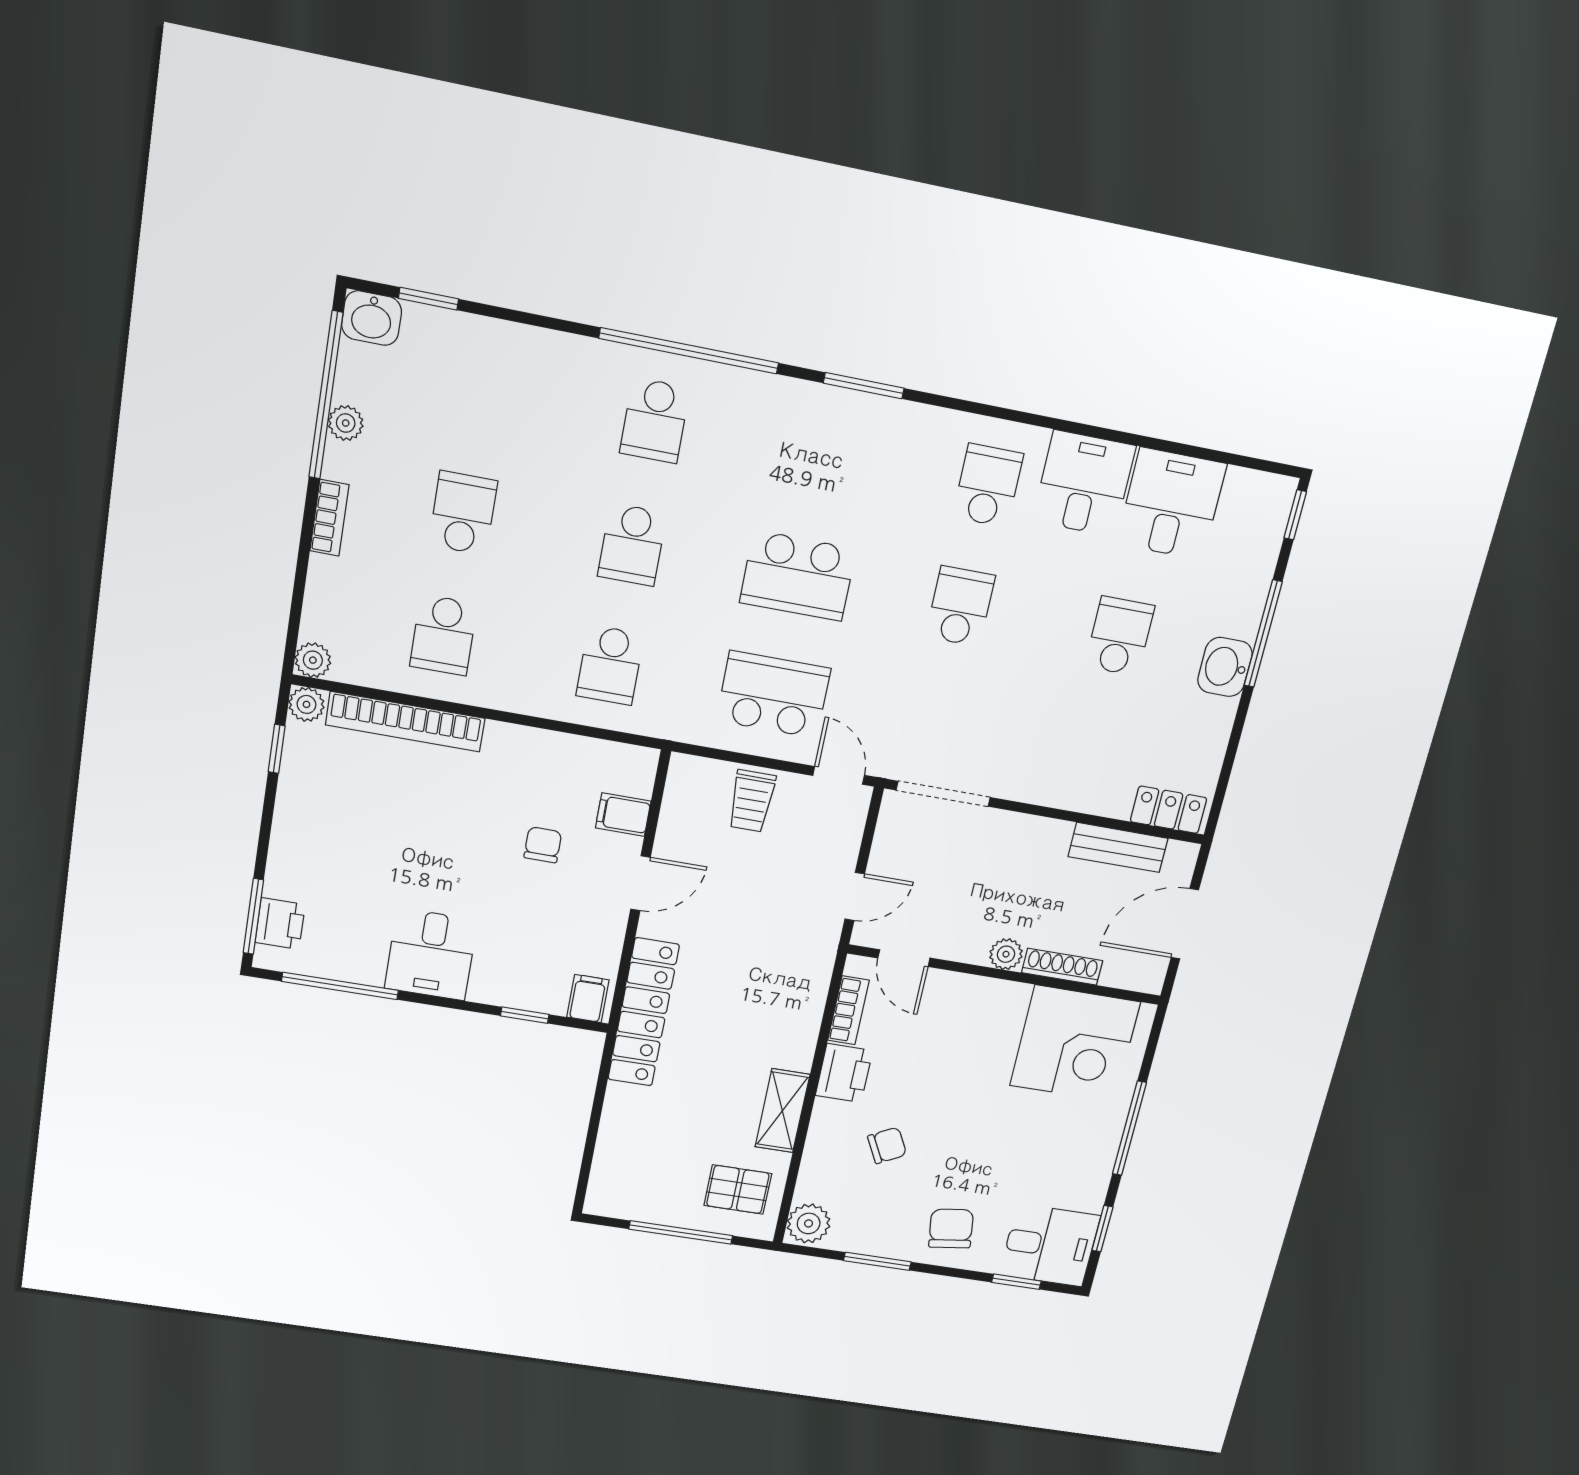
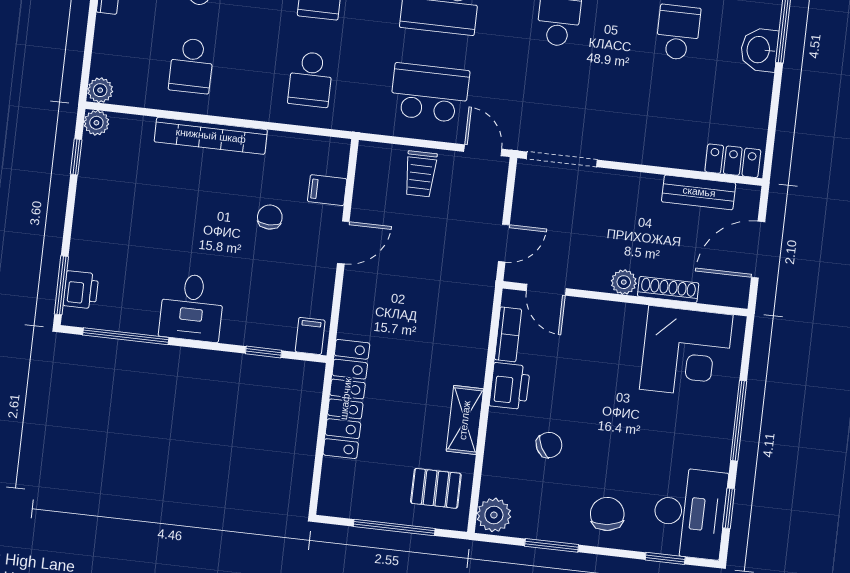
bookcase: (405, 722) -> (211, 136), moved
locker: (643, 1012) -> (346, 399), moved
desk: (1050, 1245) -> (690, 513), width x1.37

